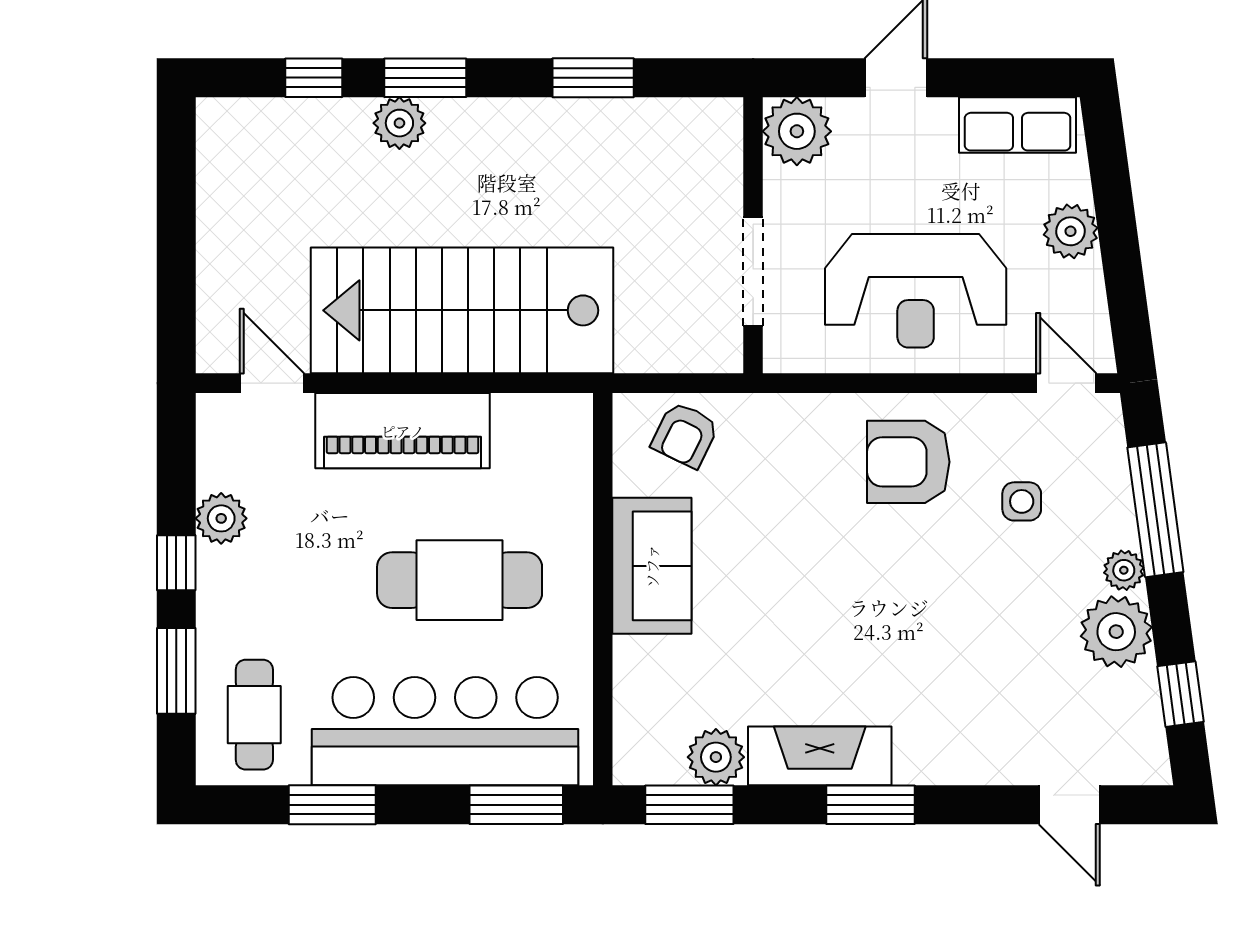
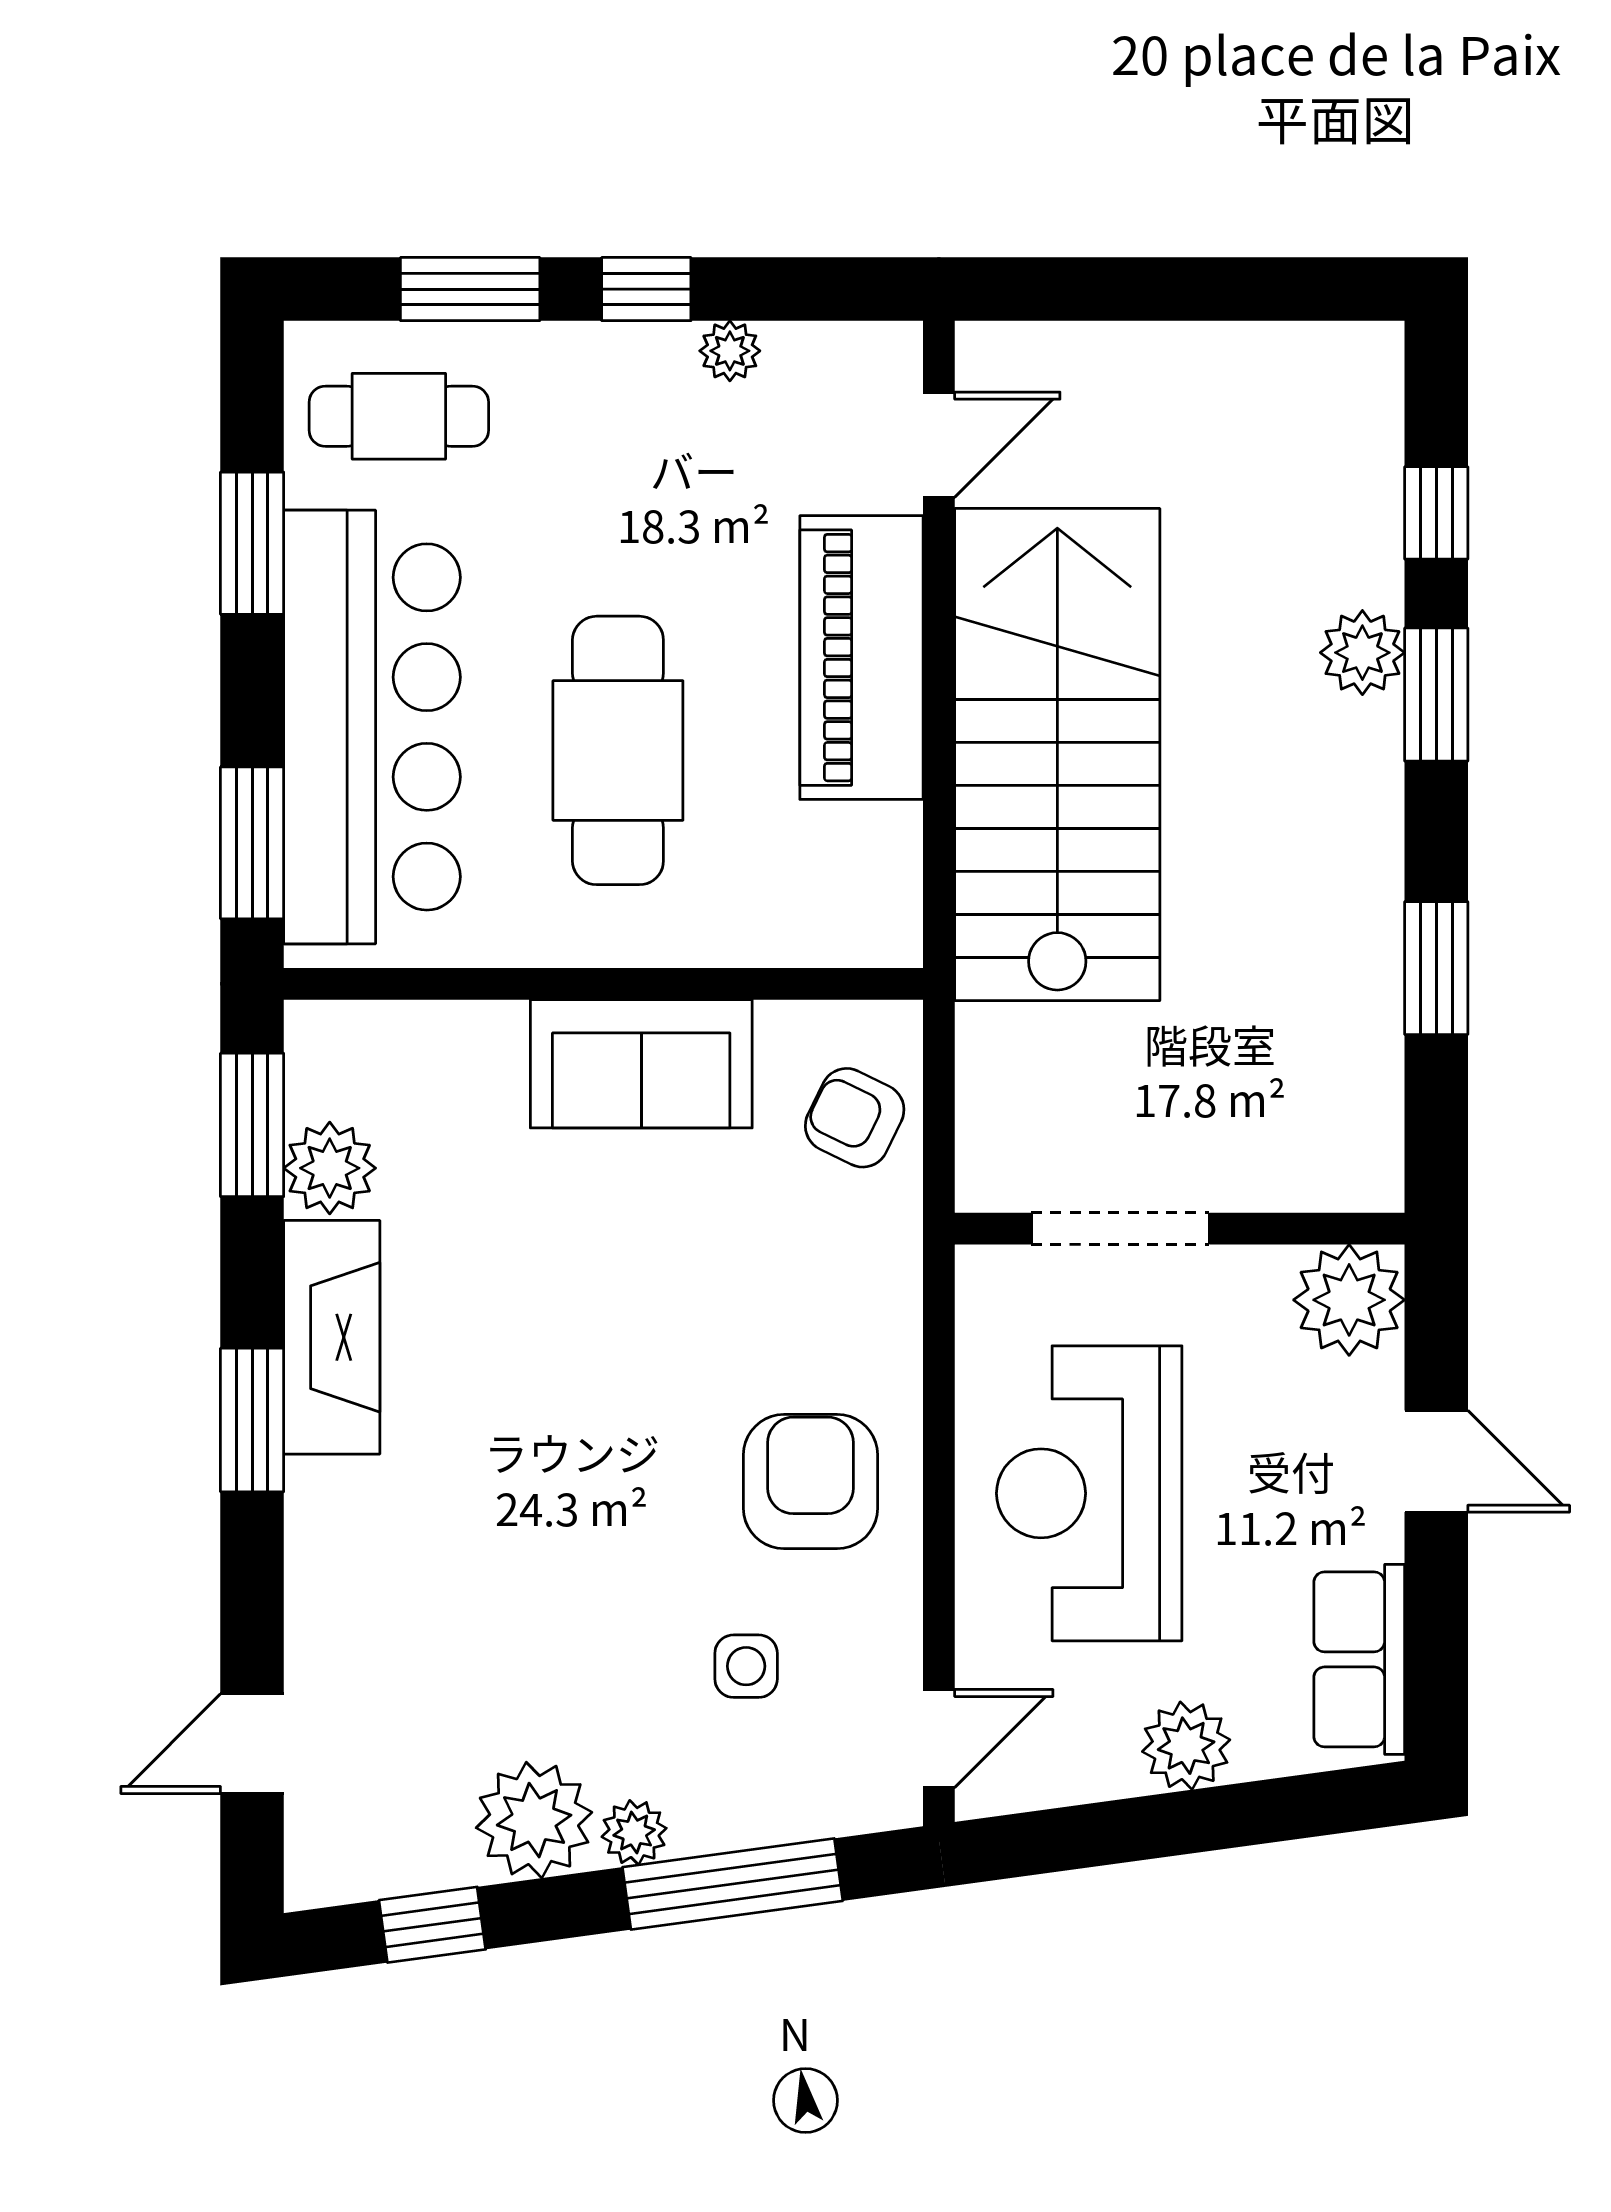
plant: (221, 518) -> (730, 351), width x0.73, depth x0.73

